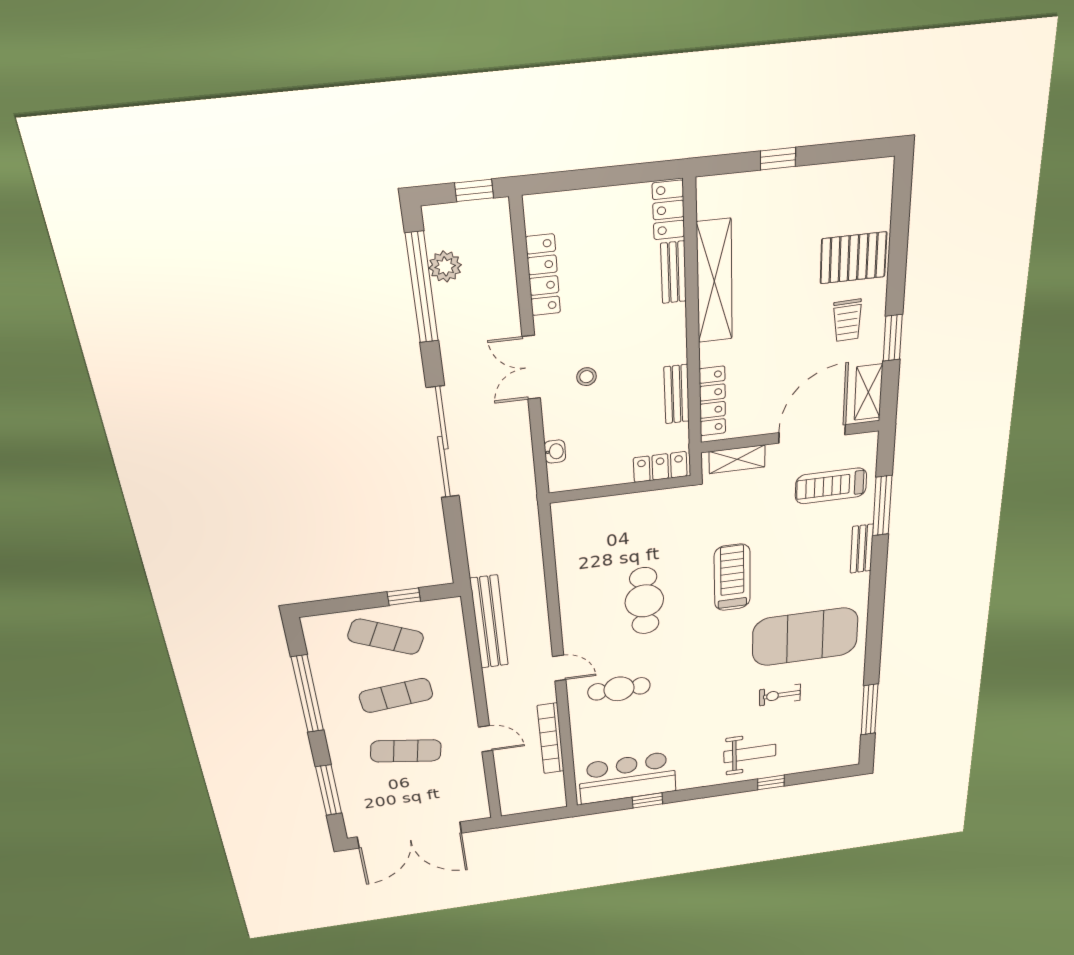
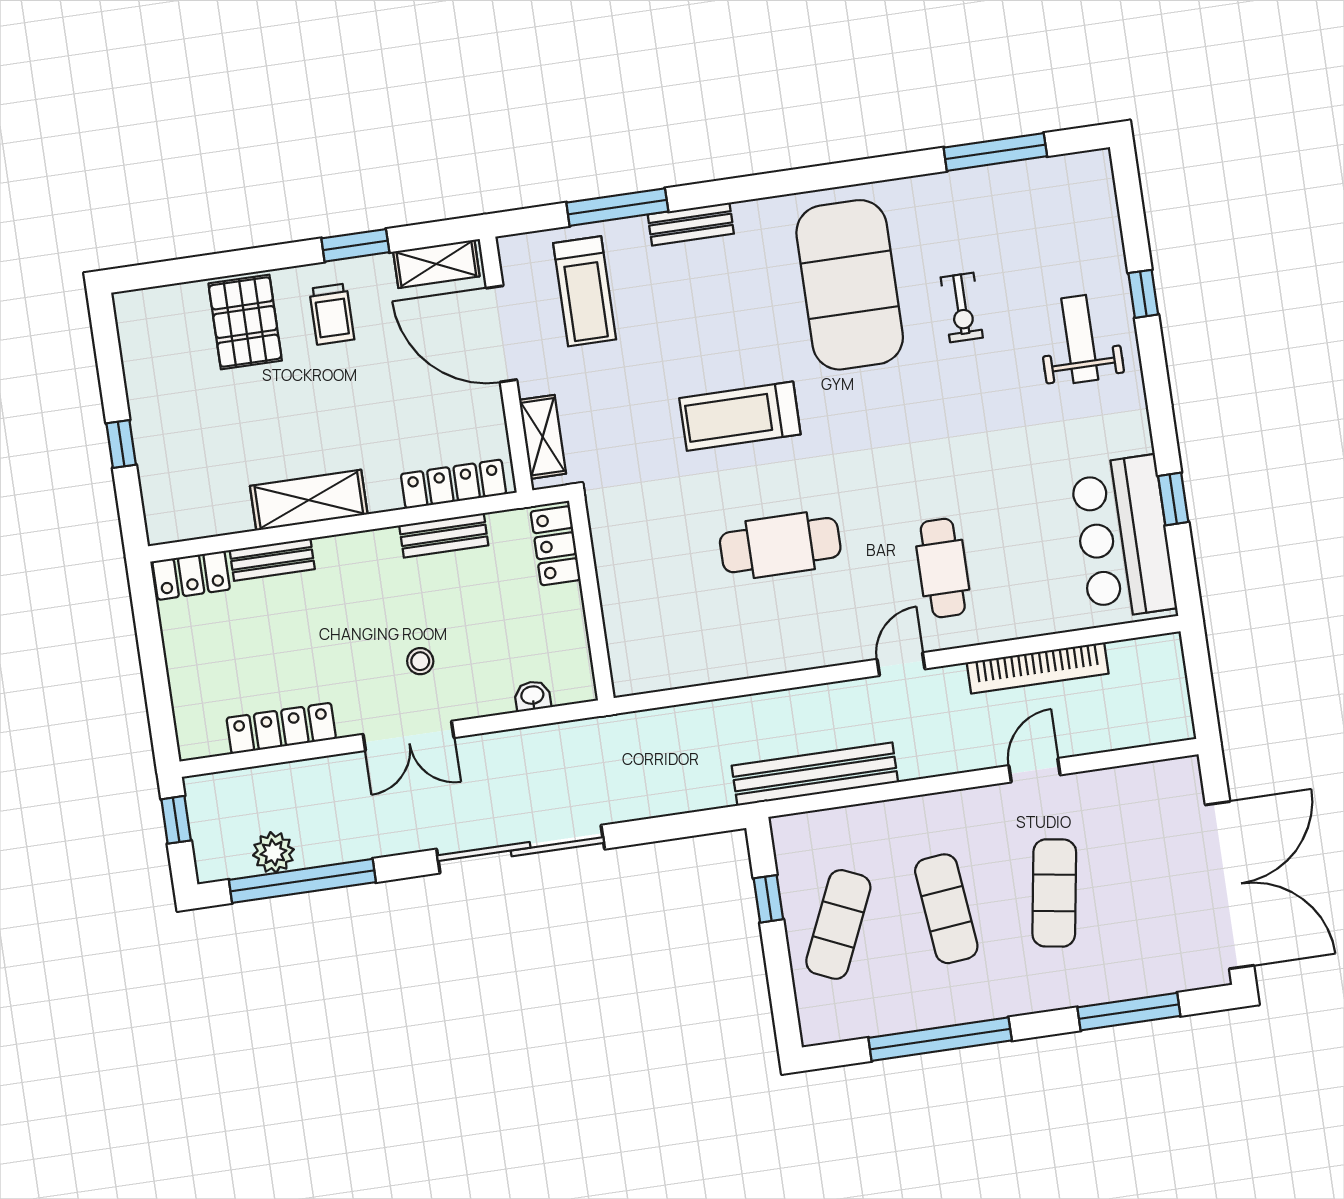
shelving: (714, 281) -> (309, 500), width x0.68
trolley: (847, 320) -> (332, 314), turned 92

